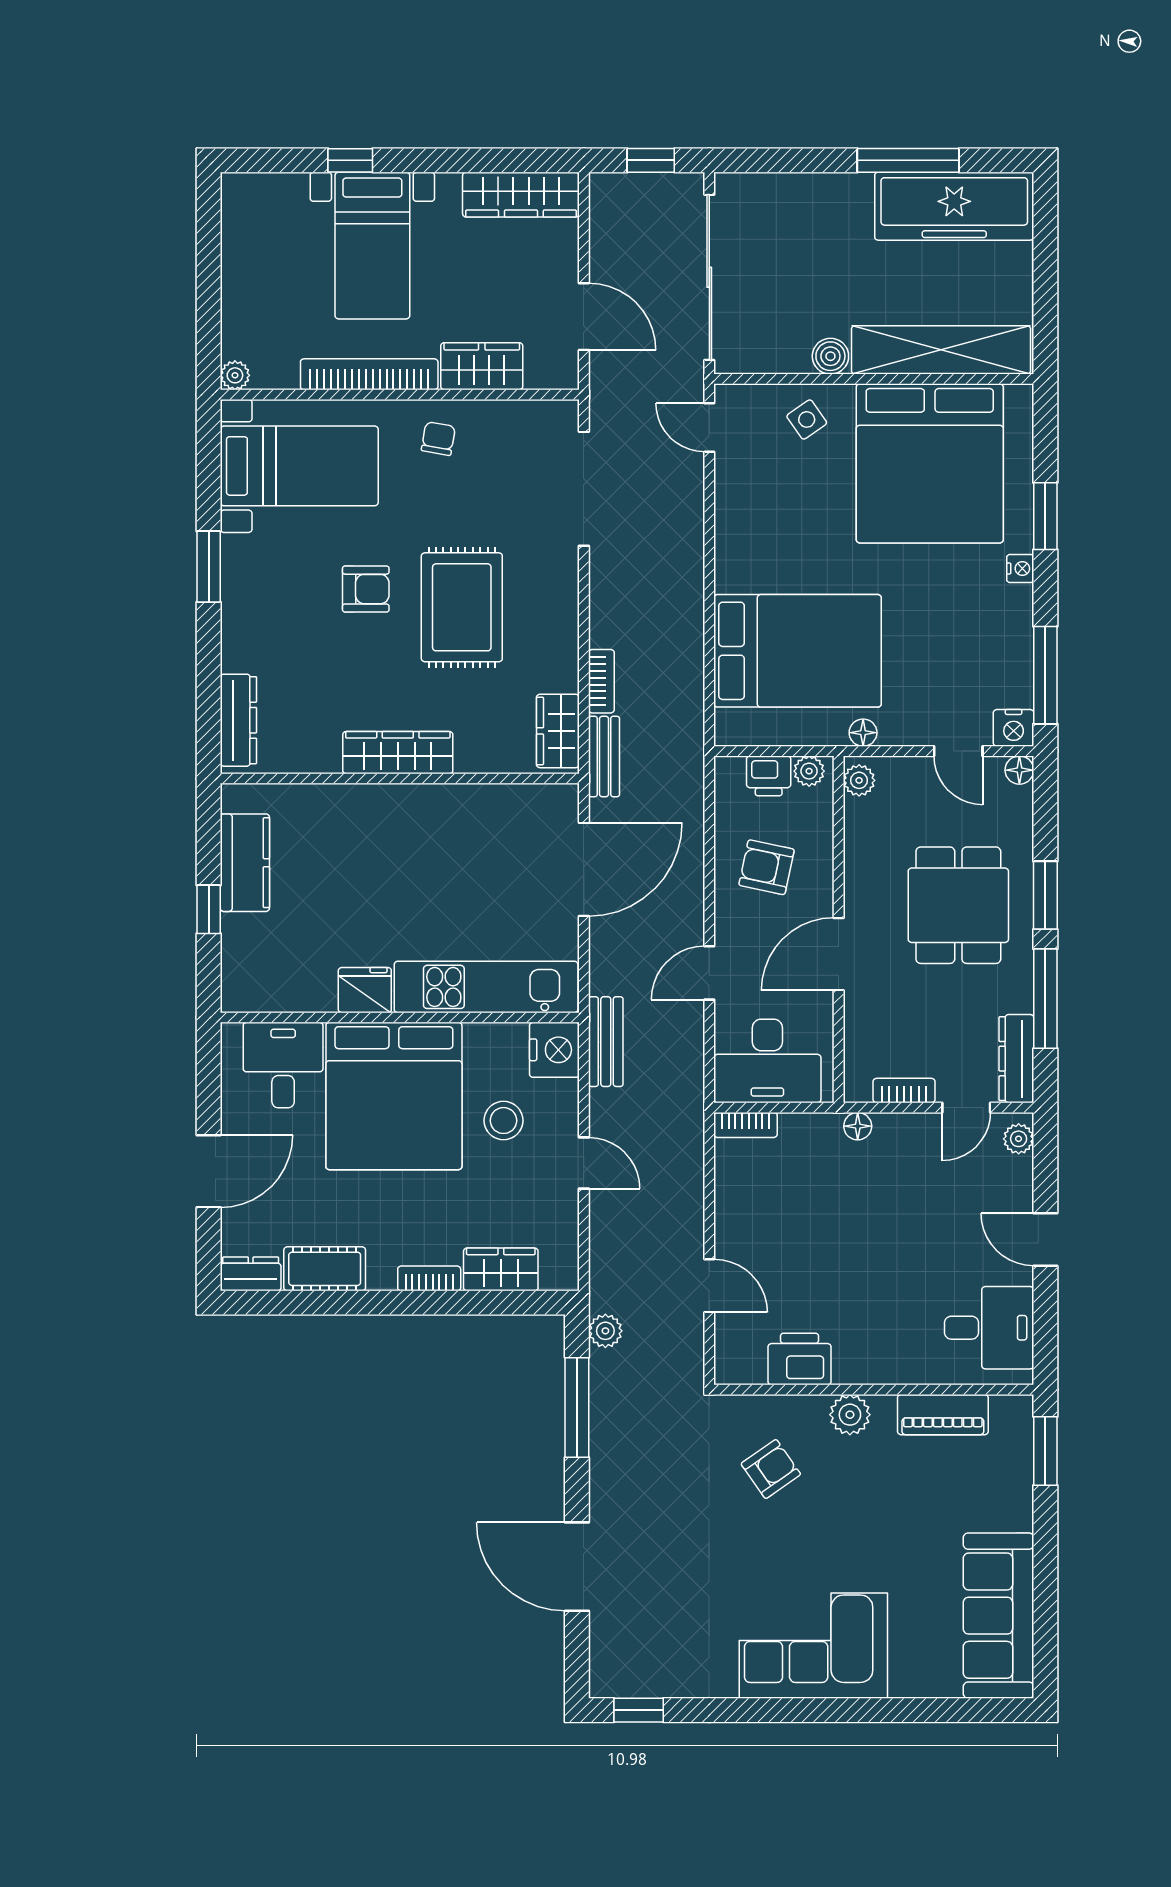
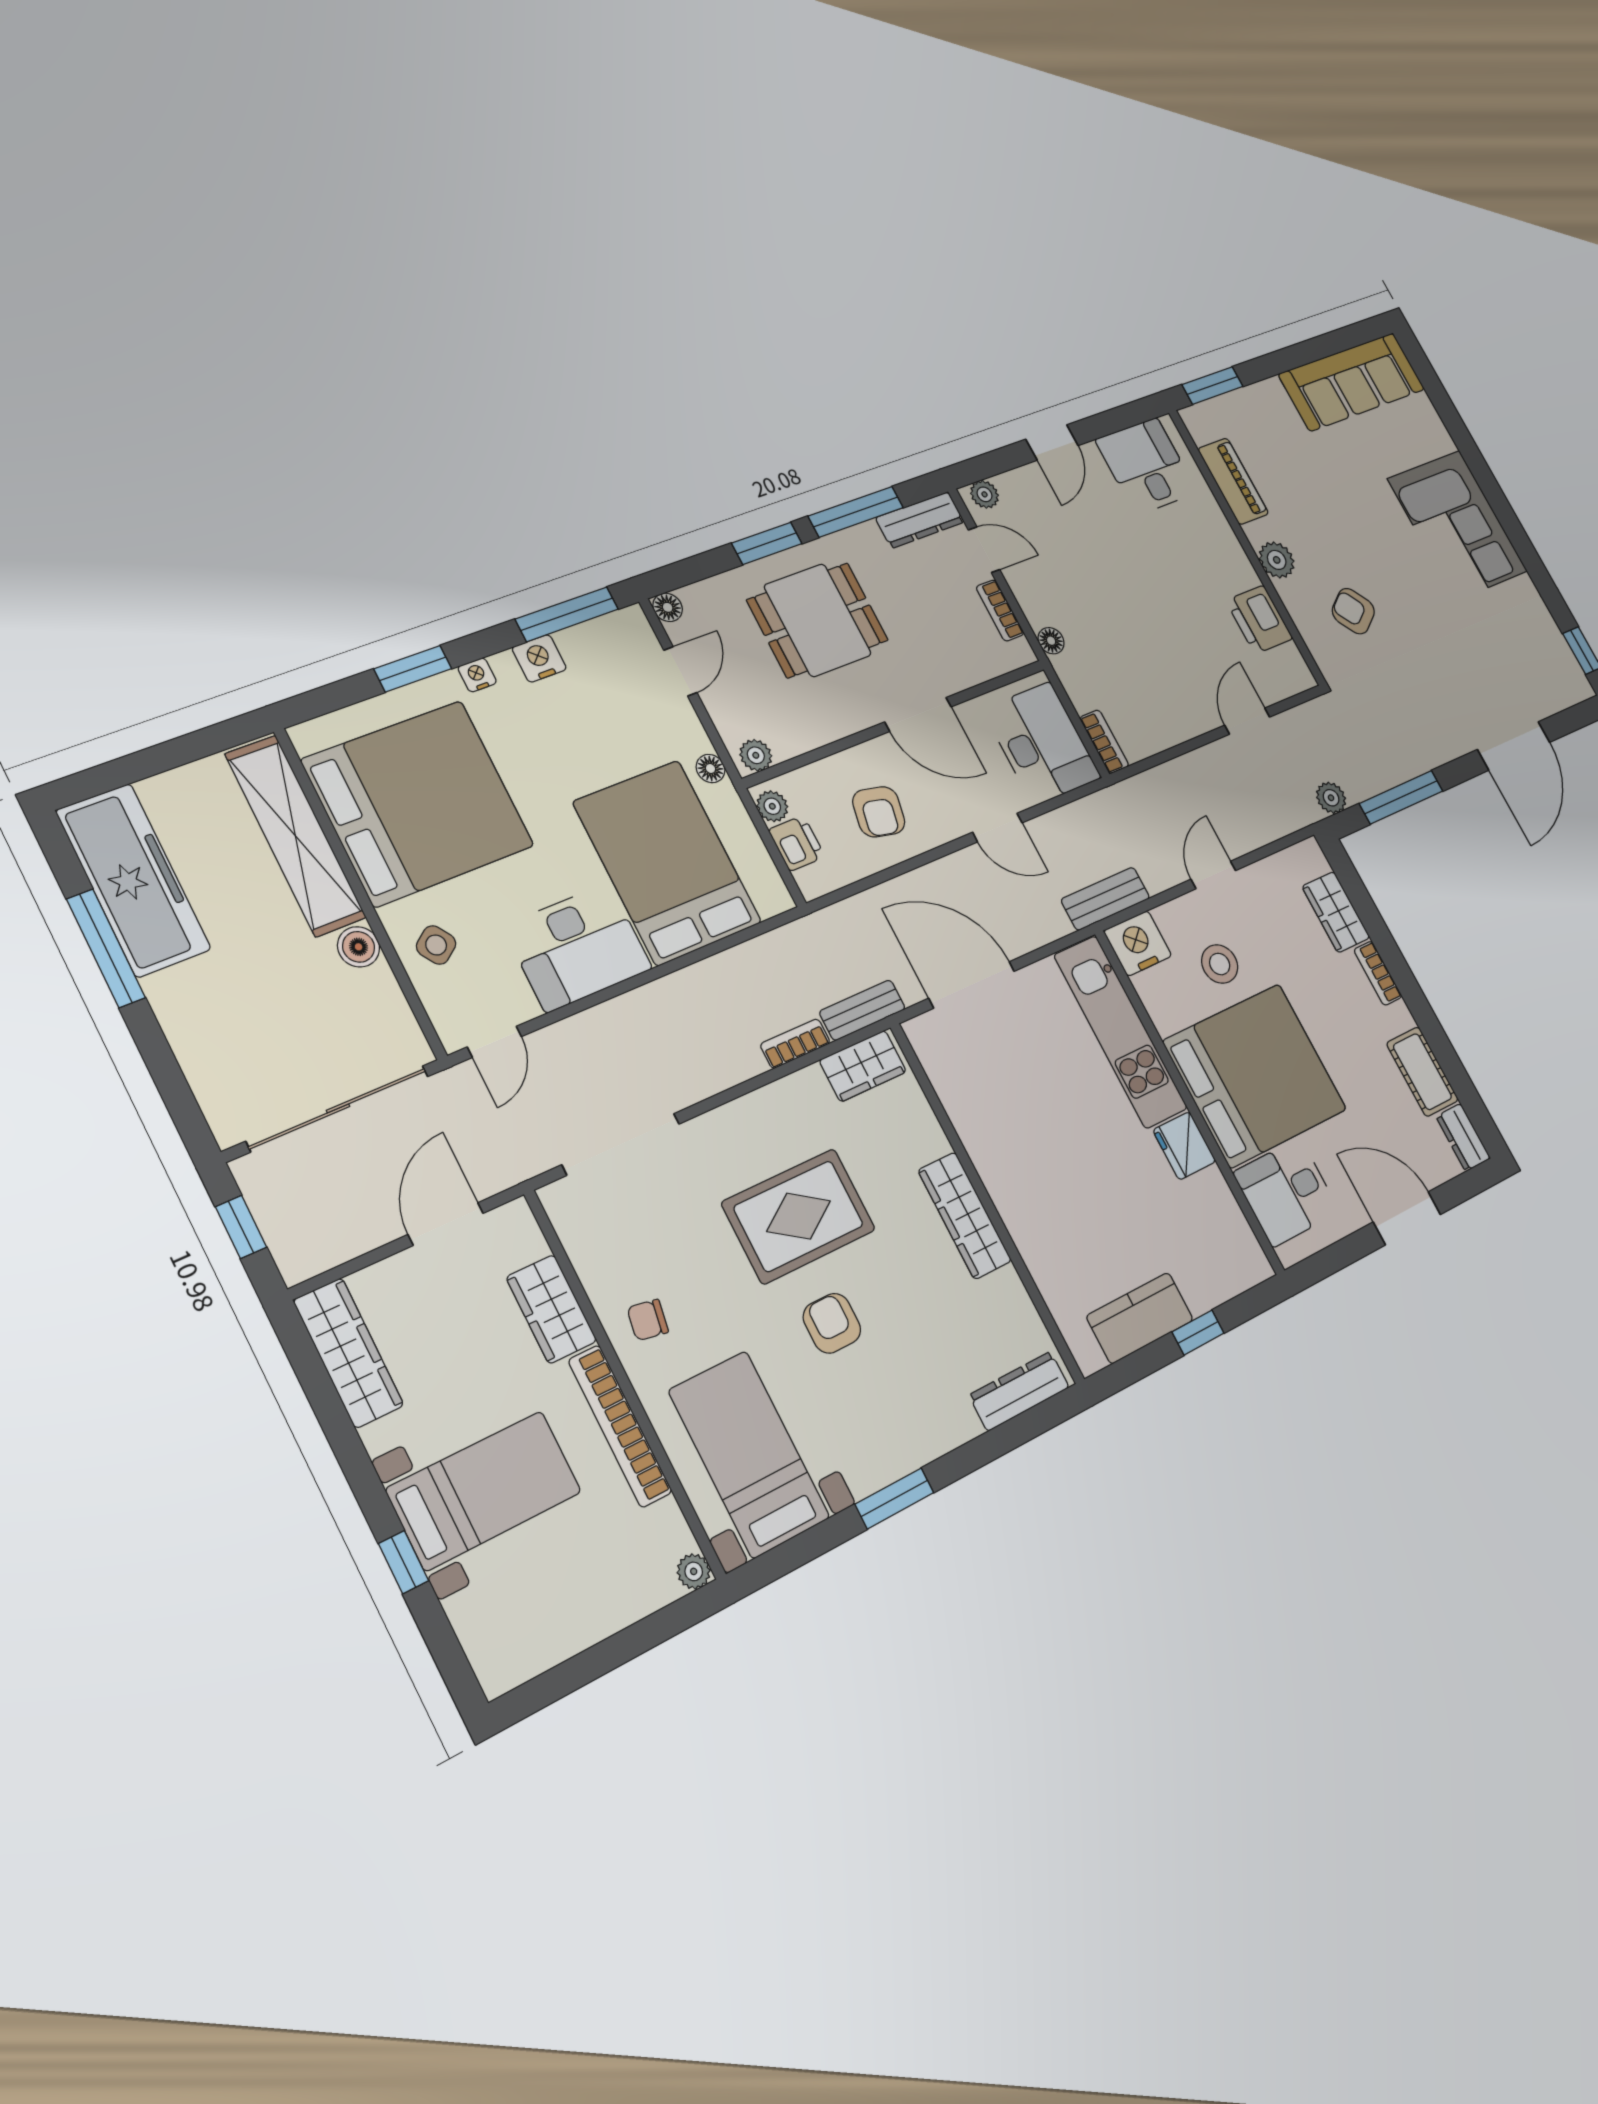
desk: (757, 536) -> (578, 947), added
nightstand: (1014, 728) -> (539, 658), moved, turned -90

